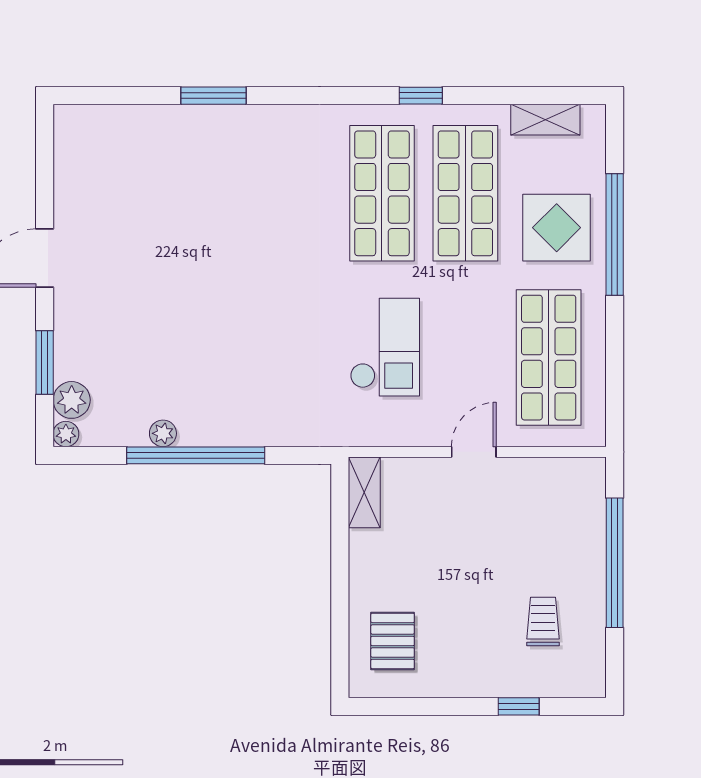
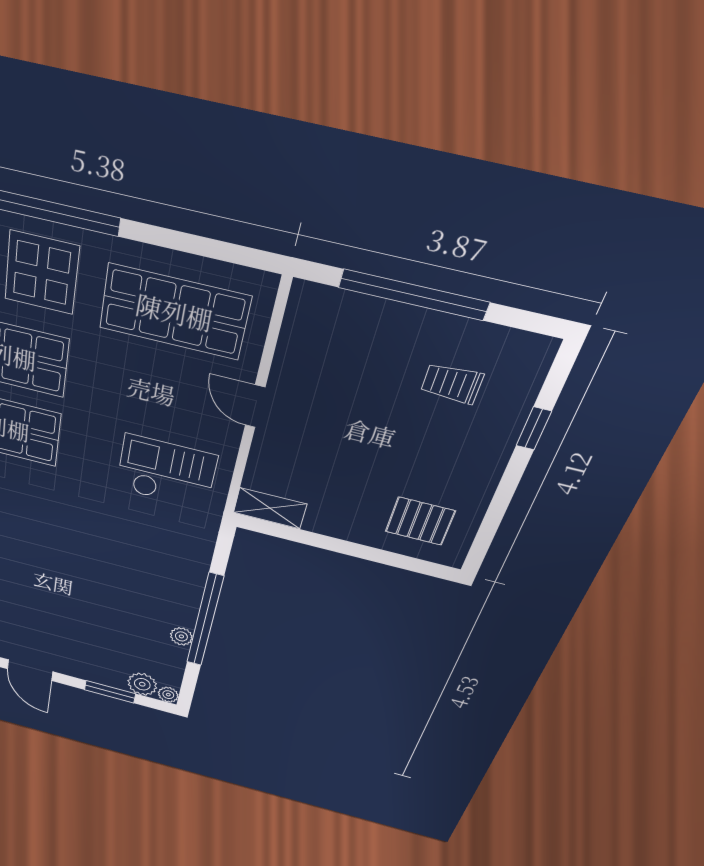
checkout: (385, 347) -> (166, 472), moved

